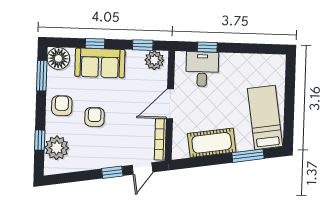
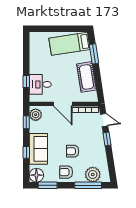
window: (40, 140) -> (88, 185), width x2.17

